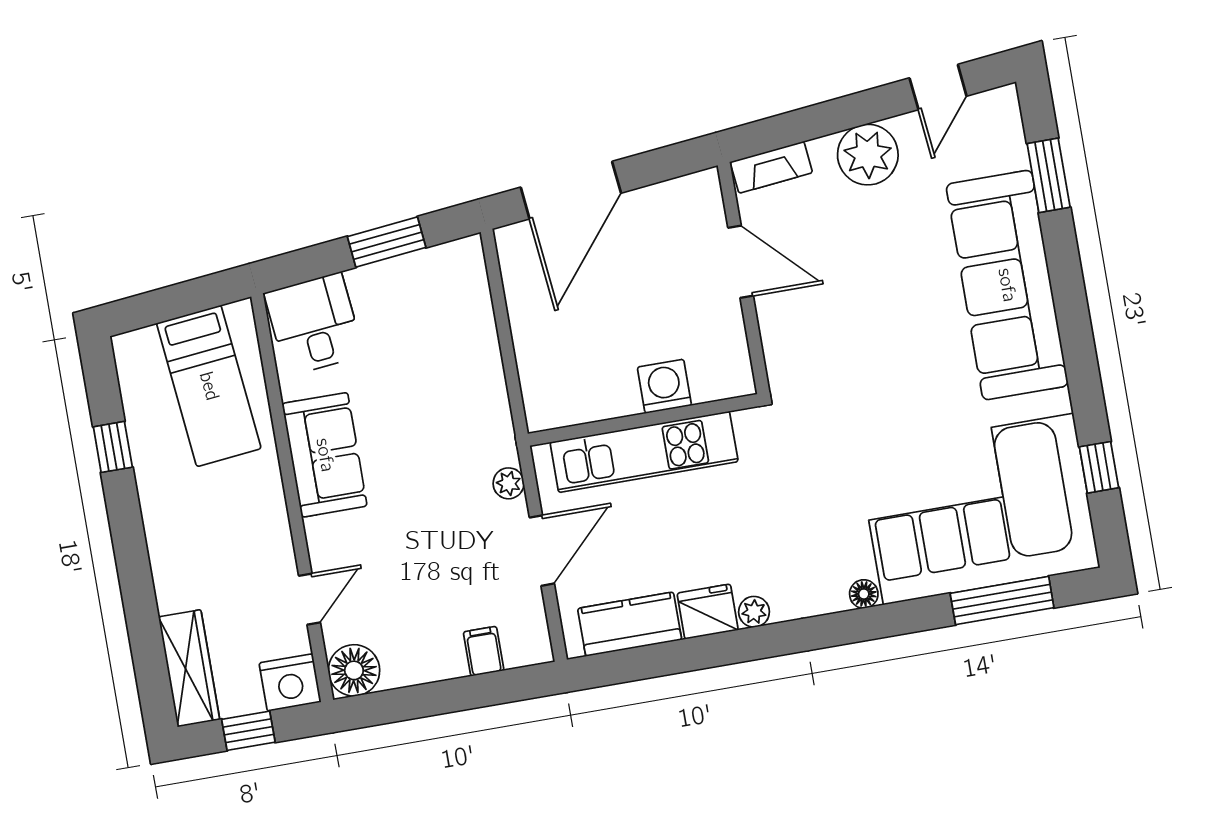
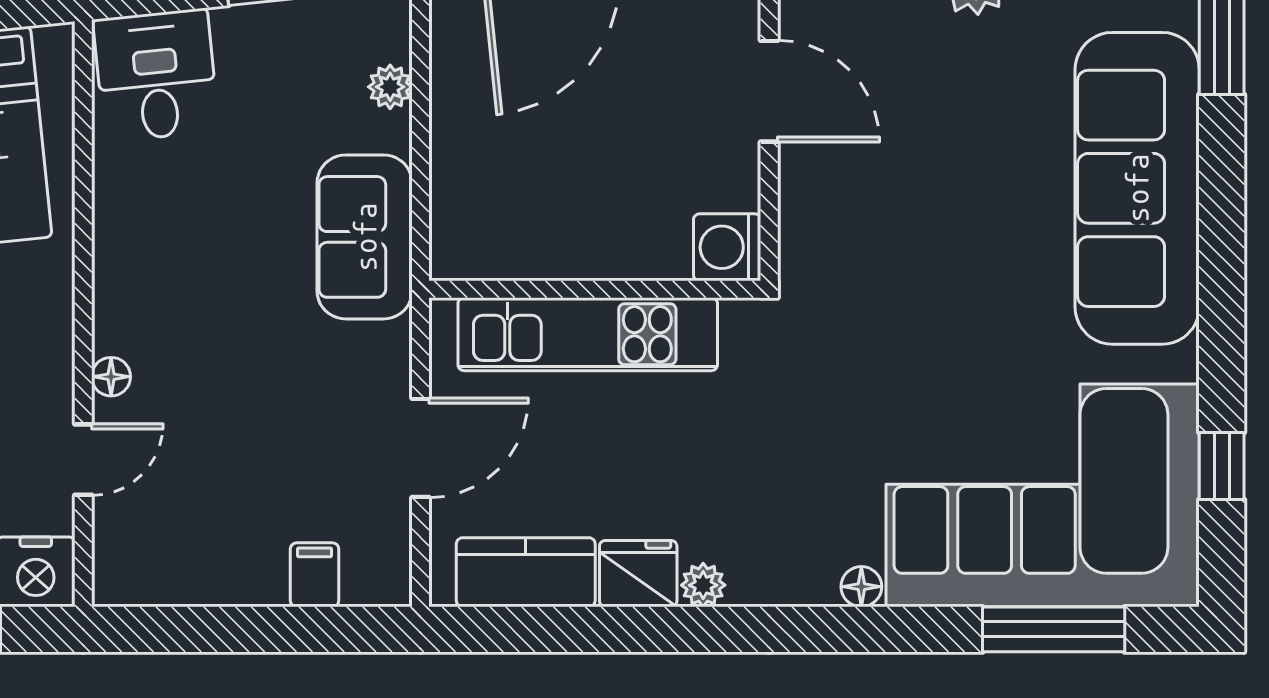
washing machine: (664, 386) -> (727, 247), moved, turned -90
sofa: (325, 455) -> (365, 237), moved, turned 180
plant: (509, 483) -> (390, 87), moved
floor lamp: (354, 670) -> (111, 377), moved, width x0.53, depth x0.53

